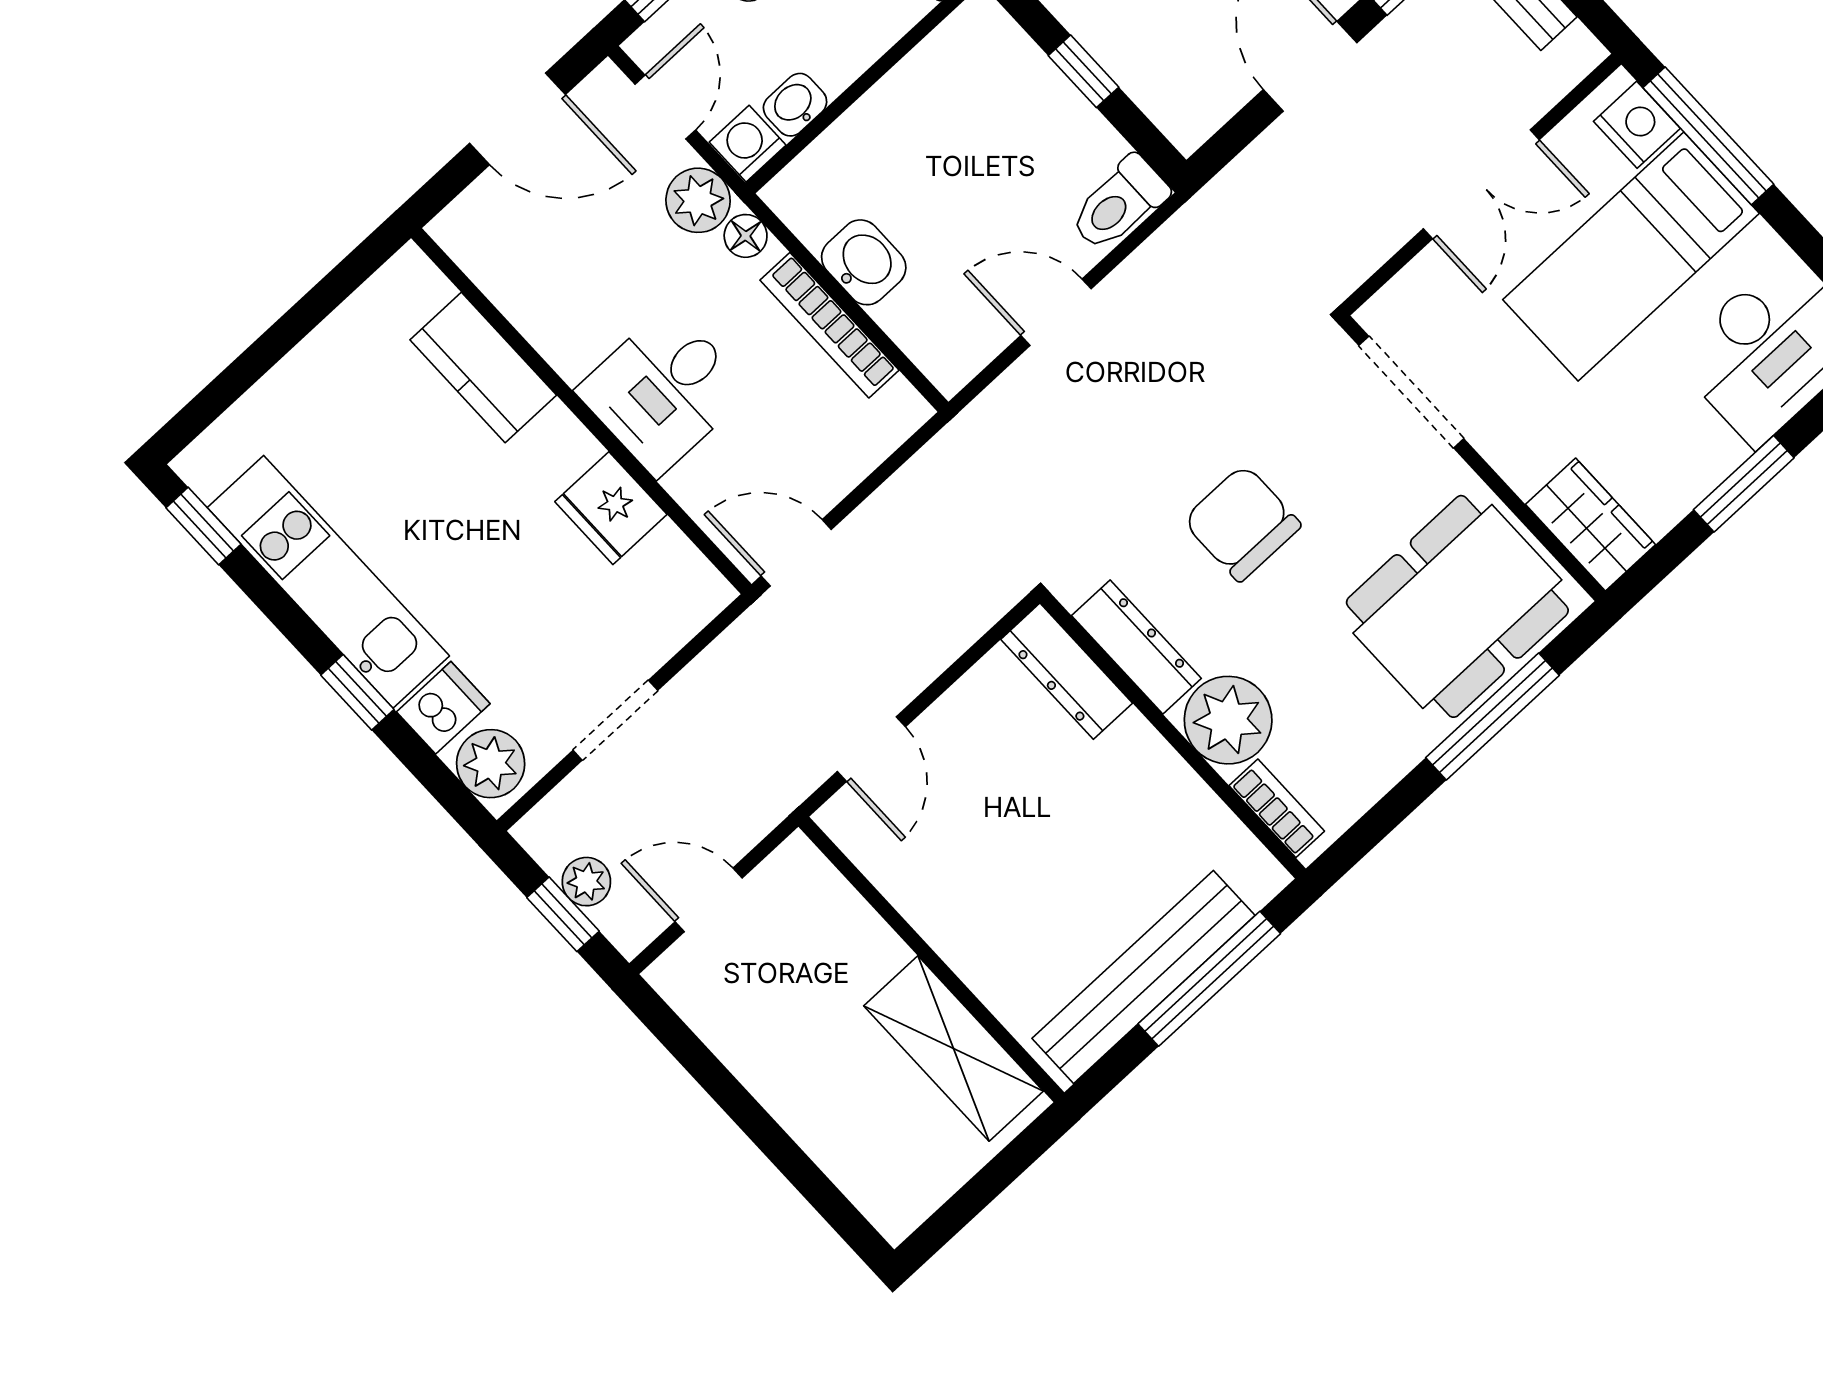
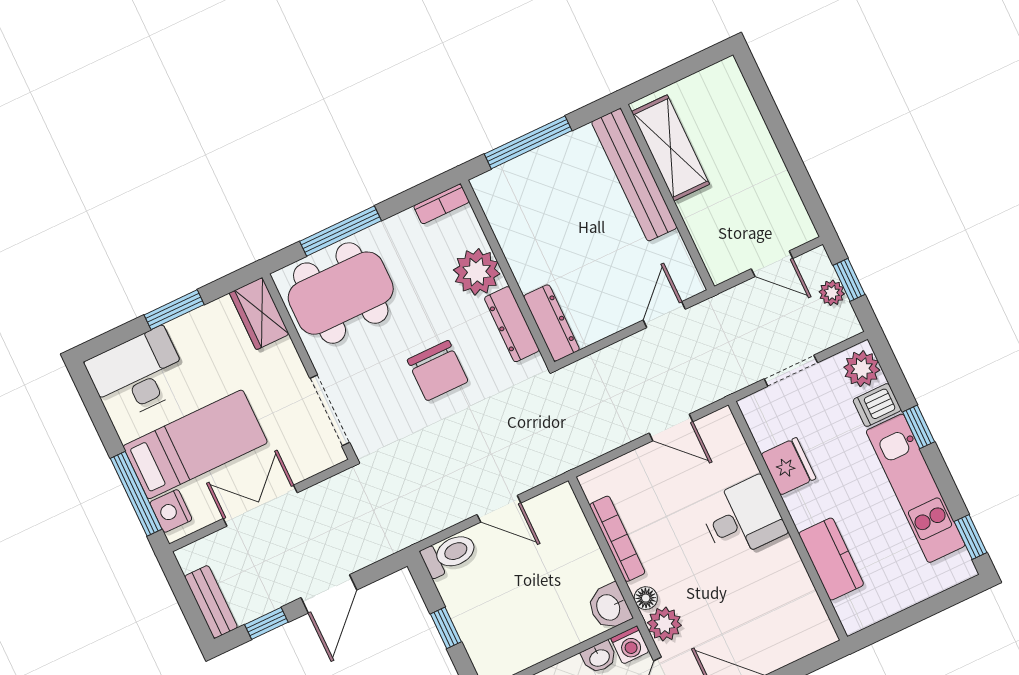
washbasin: (864, 262) -> (609, 607), moved
kitchen counter: (483, 368) -> (831, 559), moved
desk: (663, 391) -> (743, 518), moved
wall: (581, 411) -> (788, 521), moved
fridge: (611, 508) -> (788, 466), moved
bookcase: (1277, 808) -> (441, 204), moved, turned -90
bench: (1143, 977) -> (634, 175), moved, turned 90

